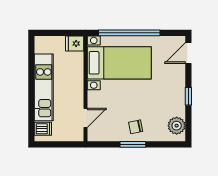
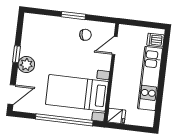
plant: (177, 126) -> (26, 65), moved
chair: (136, 127) -> (85, 35), moved

